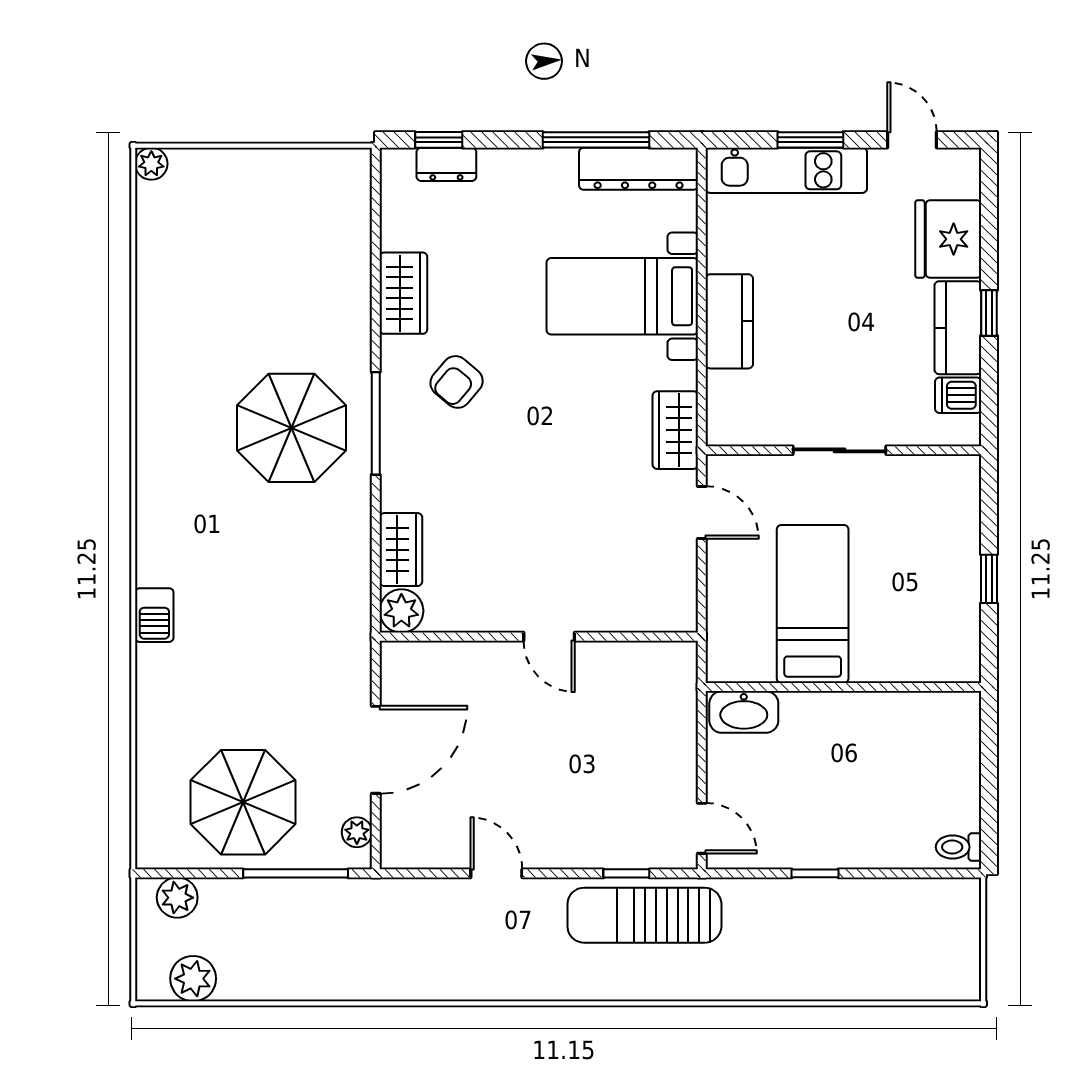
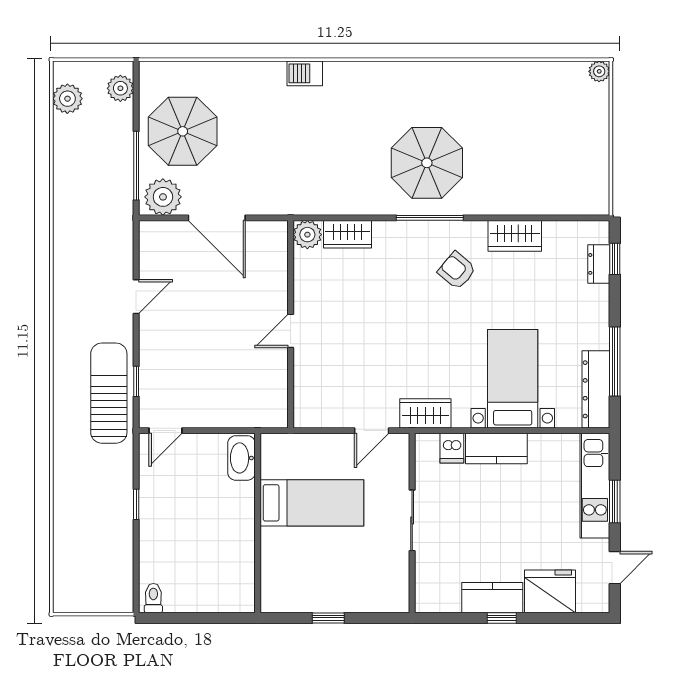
dishwasher: (958, 395) -> (452, 448), moved, turned 180
plant: (357, 832) -> (163, 197), width x1.87, depth x1.87

